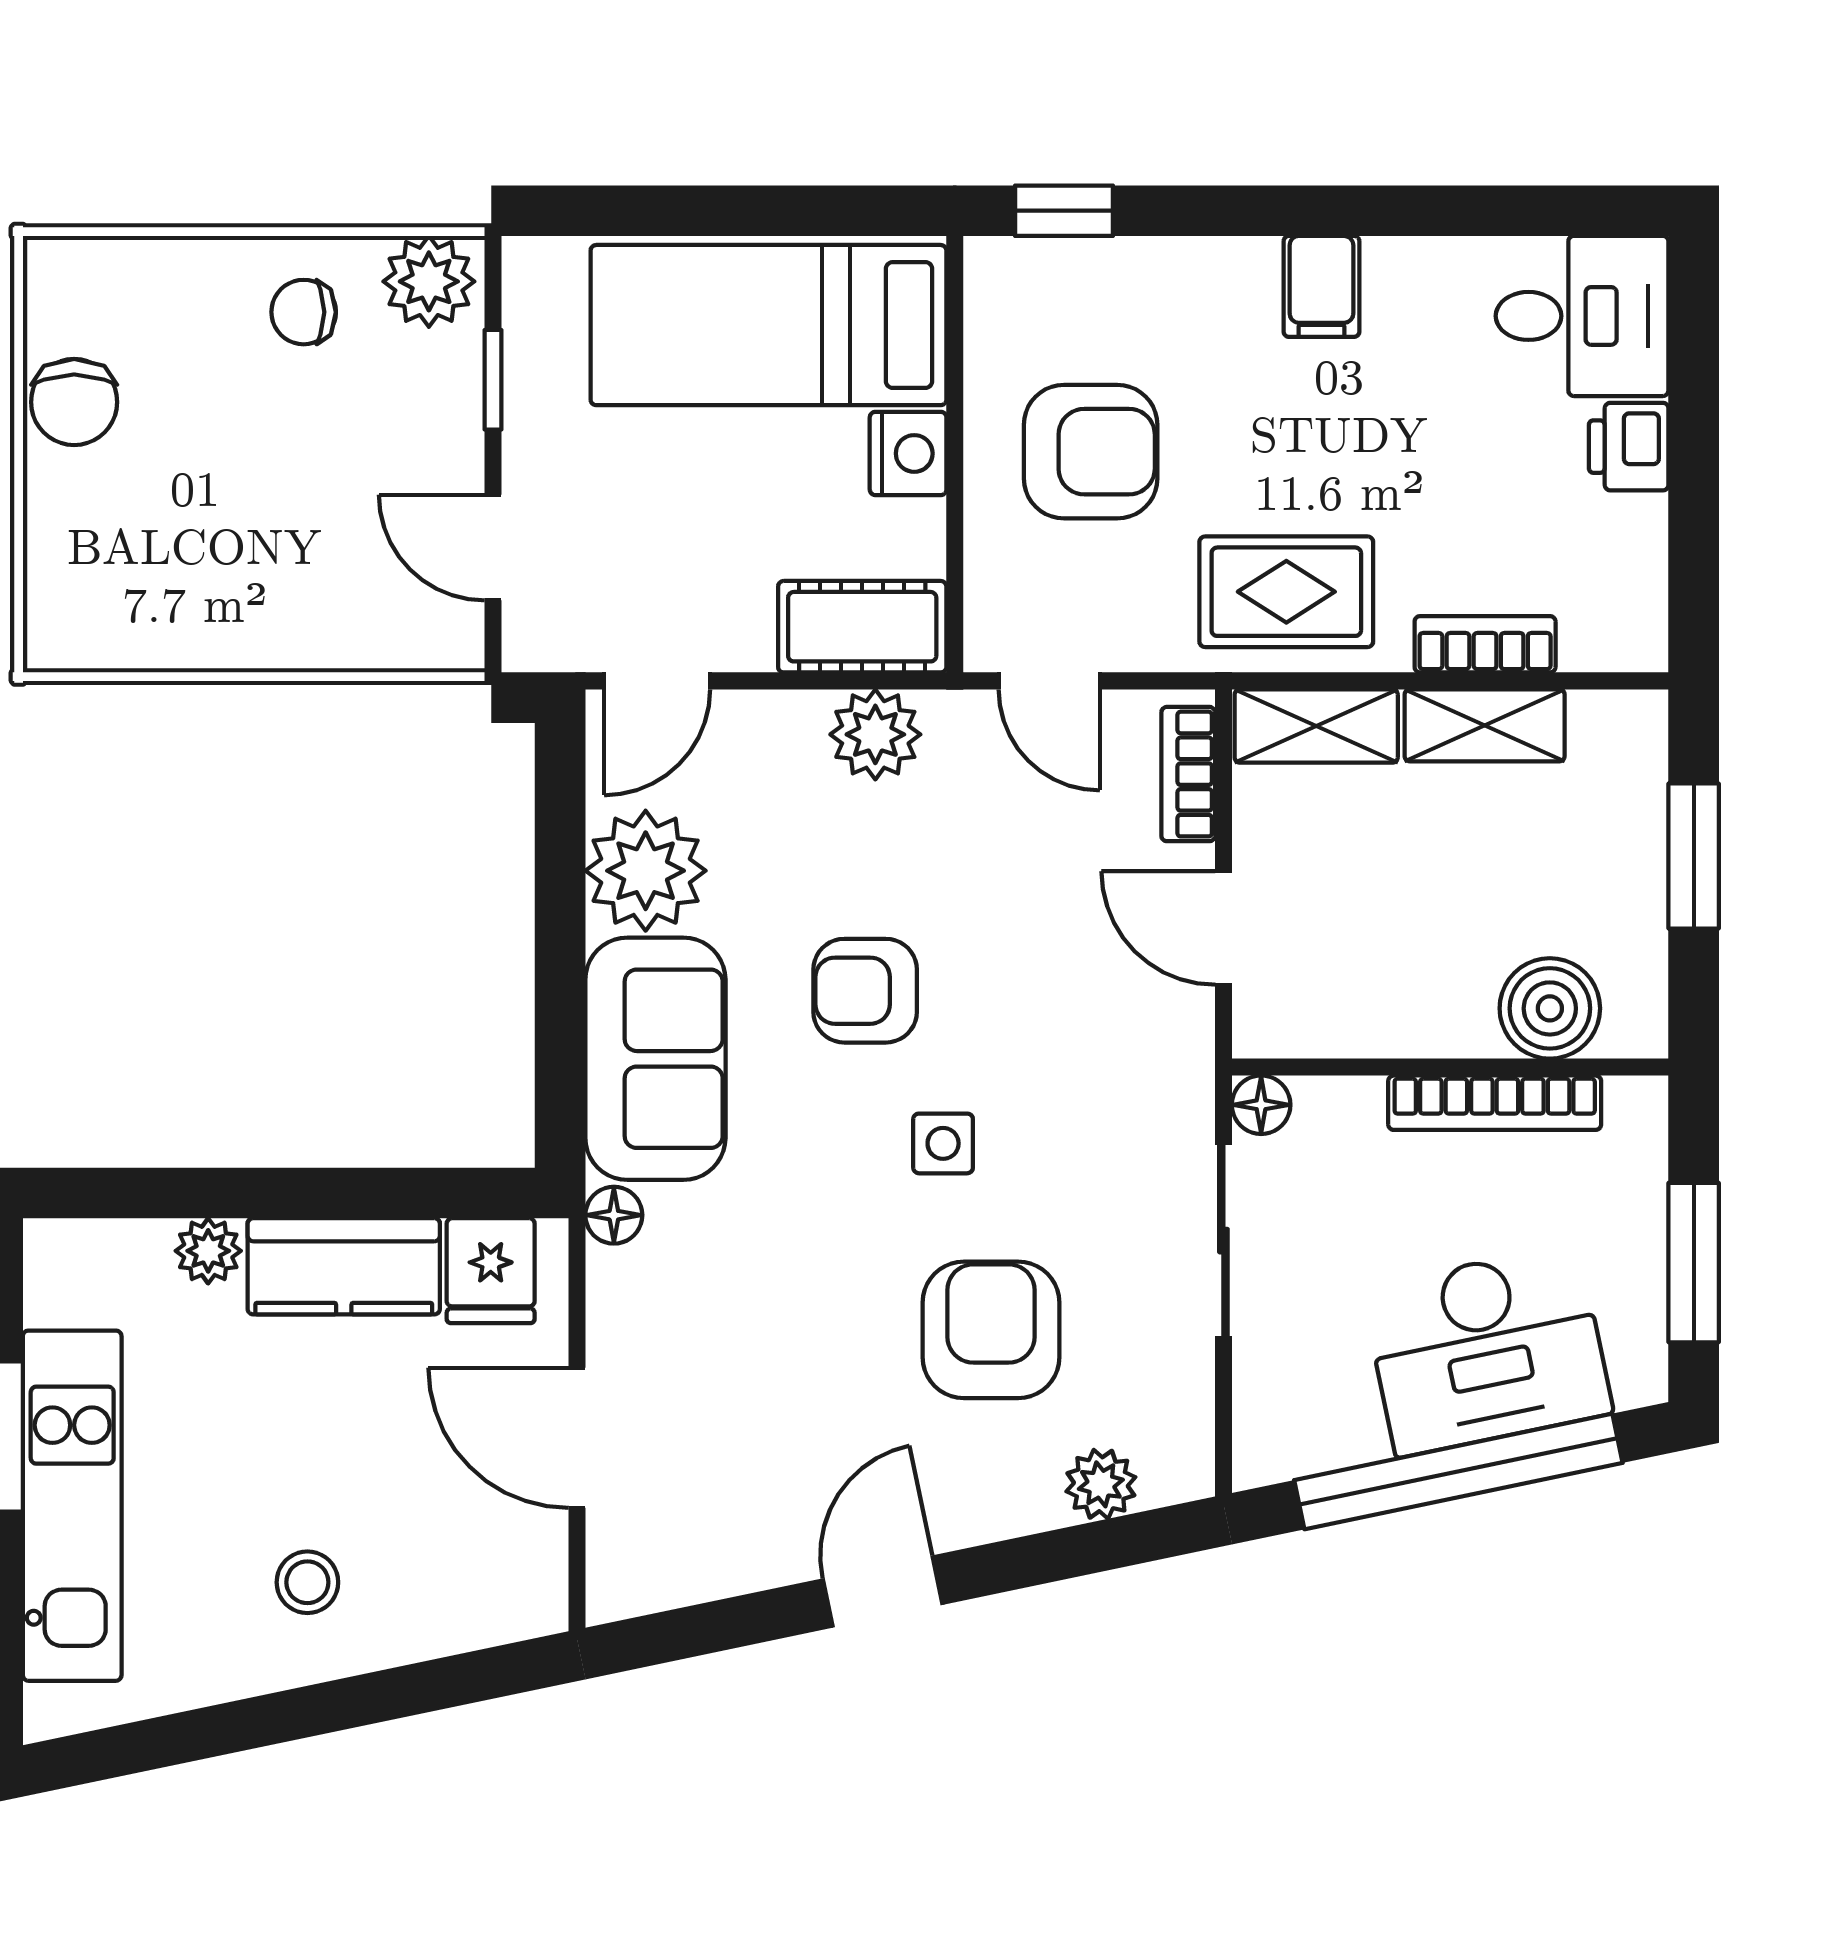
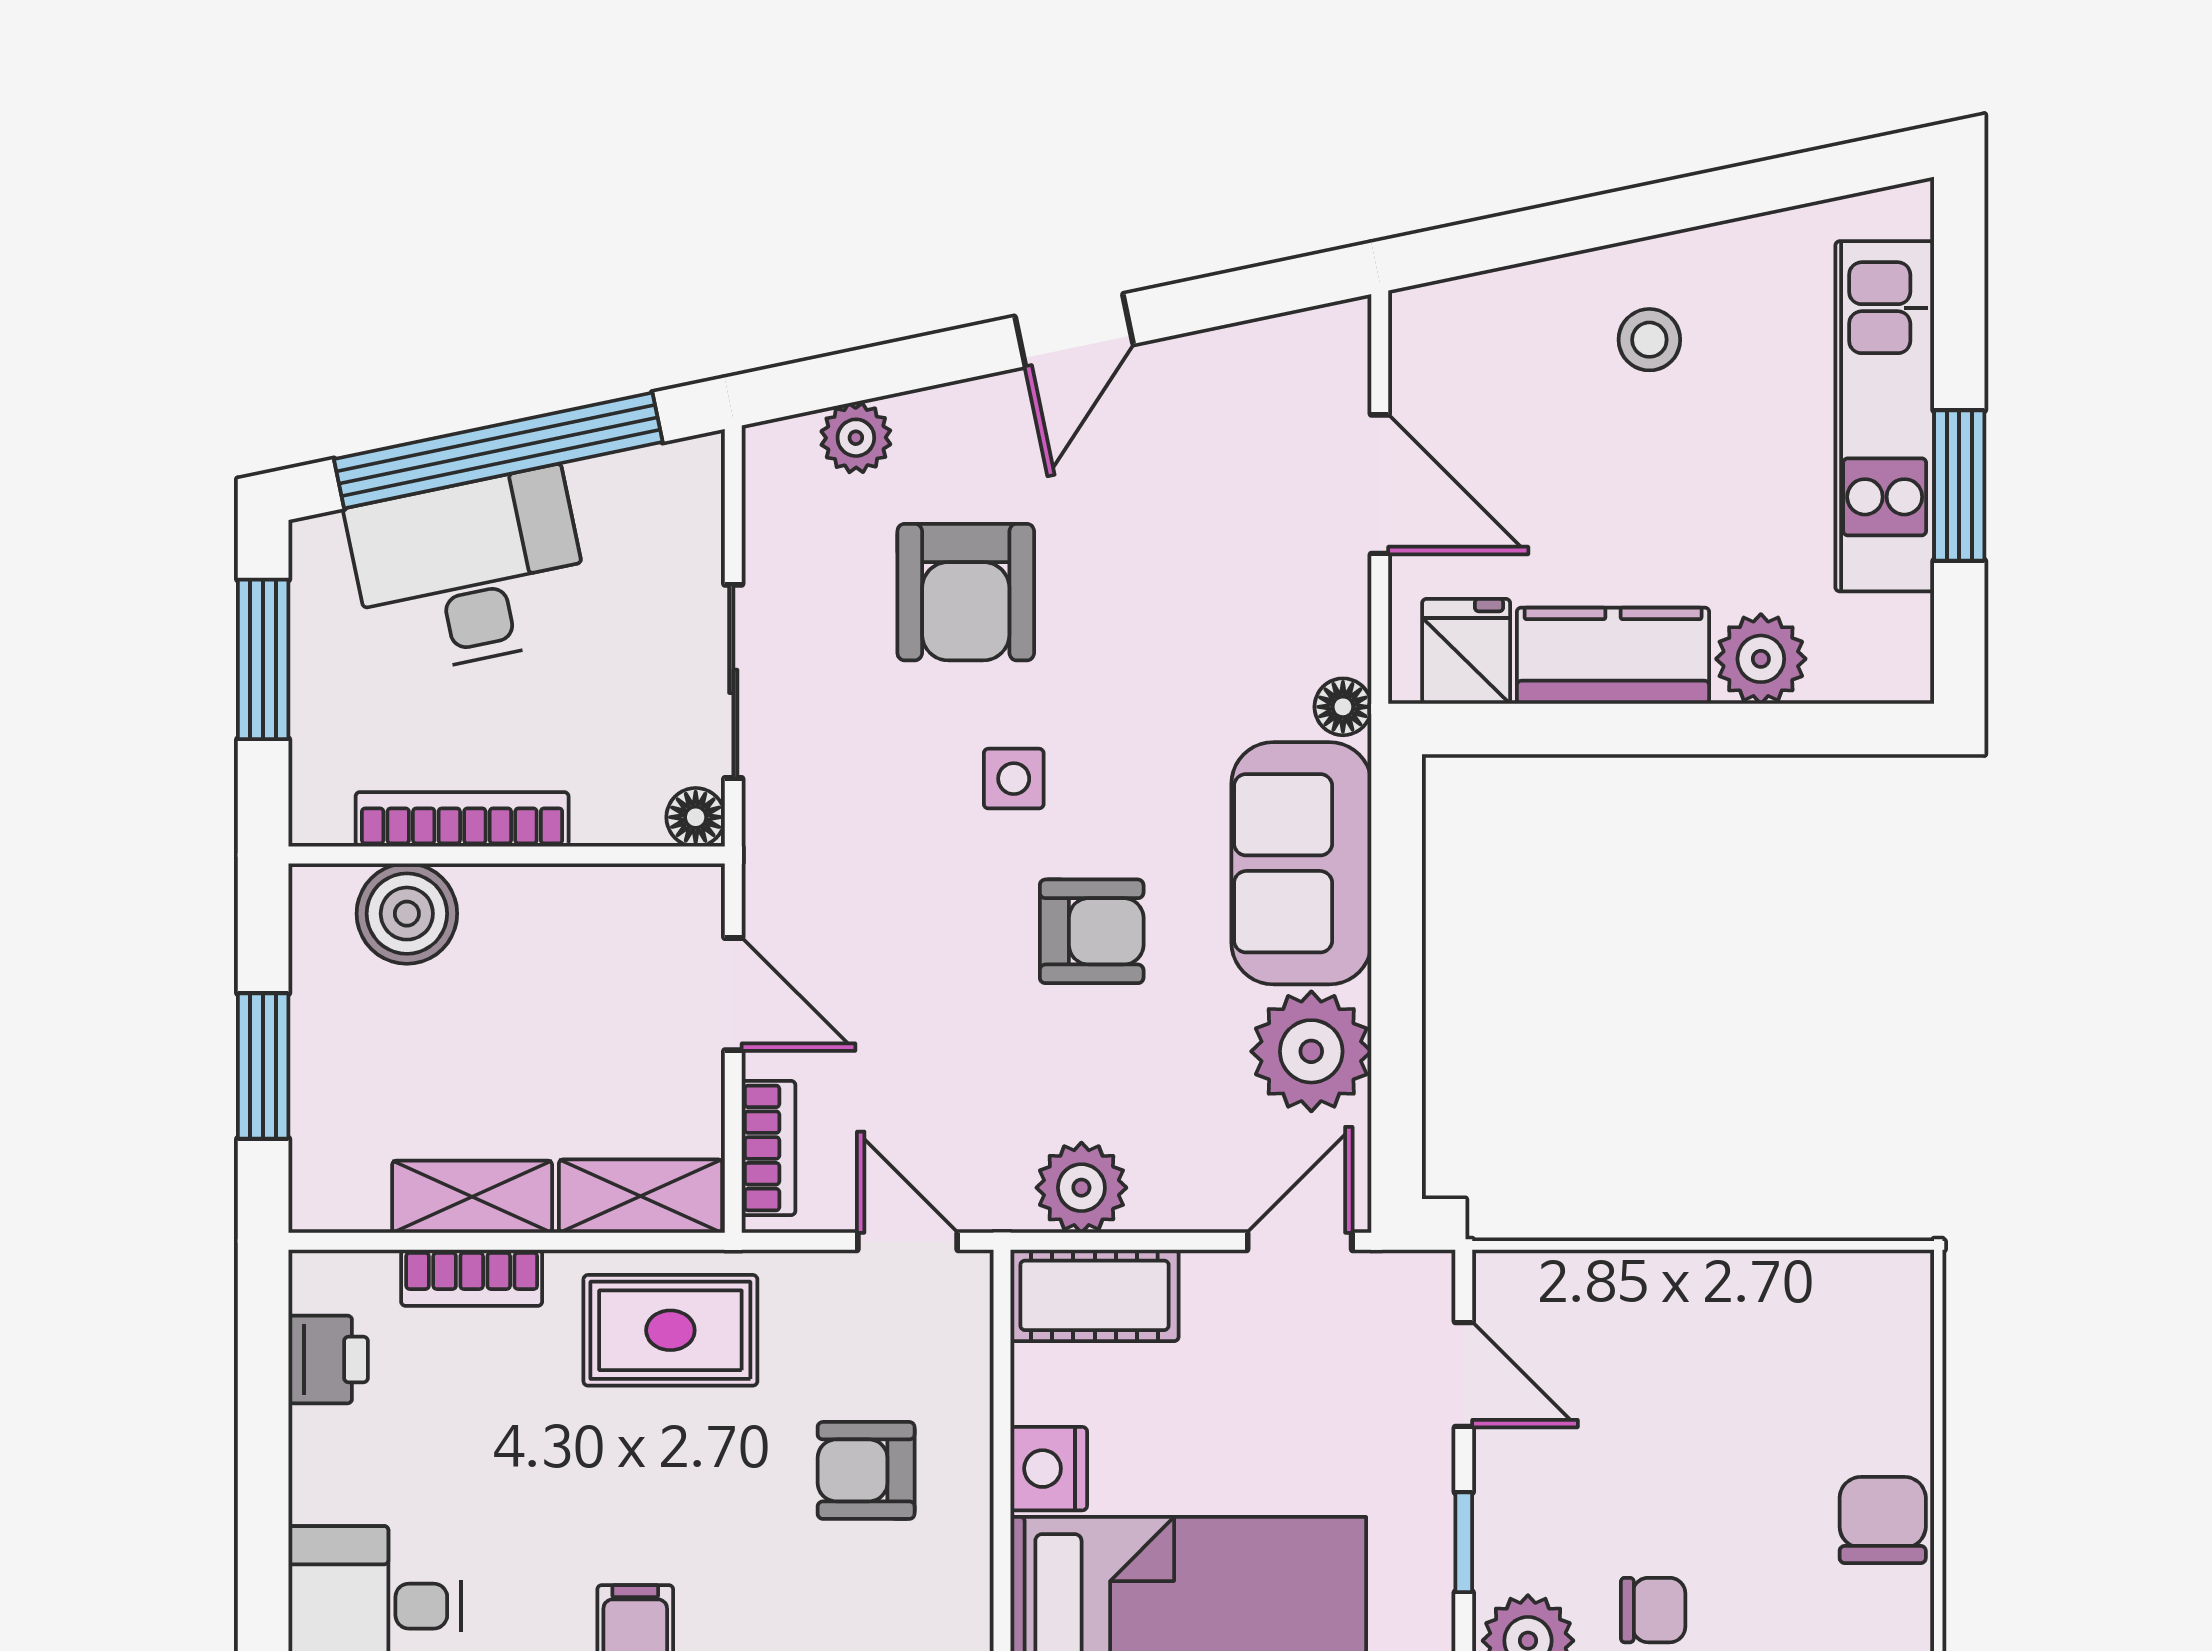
printer: (1629, 447) -> (328, 1359), moved
armchair: (1091, 452) -> (866, 1470), width x0.72, depth x0.72
plant: (208, 1251) -> (1761, 659), width x1.38, depth x1.38

